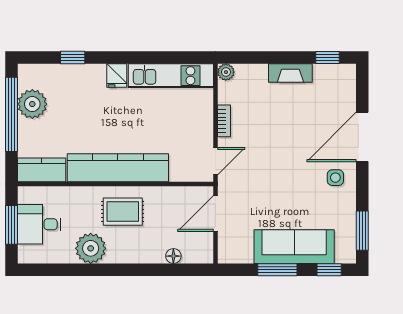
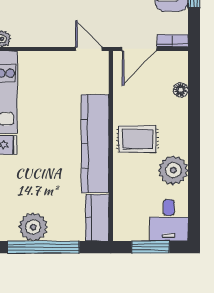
bookcase: (224, 121) -> (173, 41), moved
rug: (123, 212) -> (138, 139), turned 90
door: (215, 213) -> (139, 49), hinge flipped
desk: (39, 224) -> (169, 220), moved

